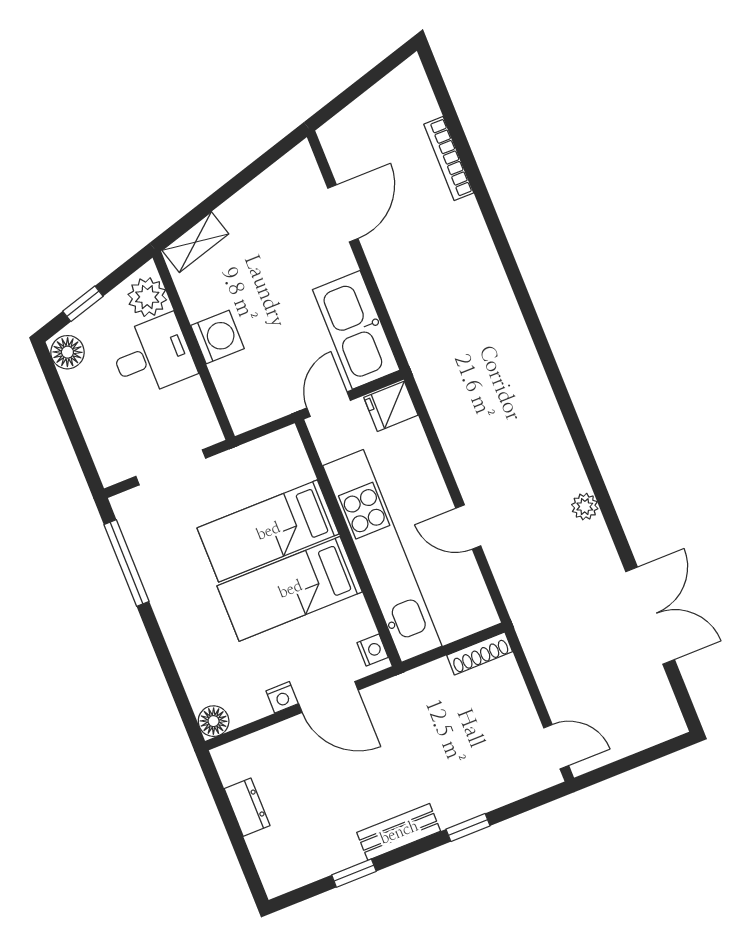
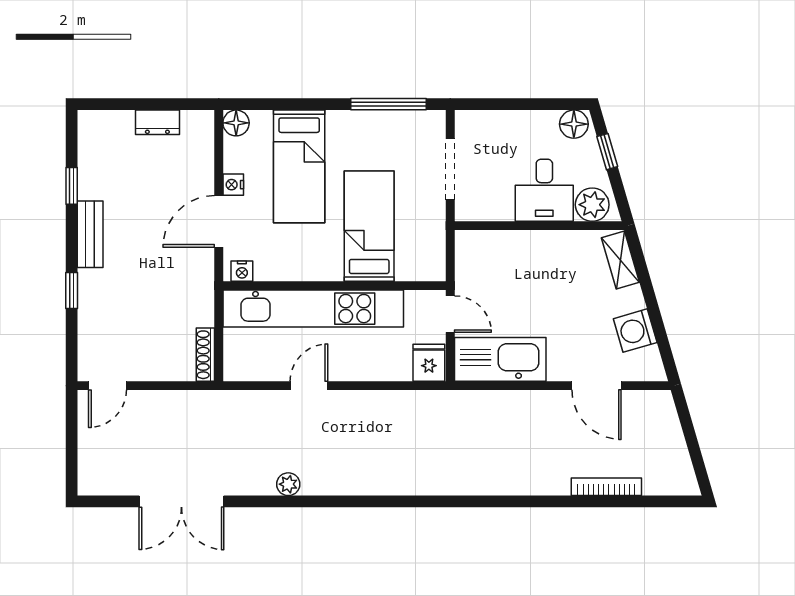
washing machine: (218, 337) -> (635, 331), moved, turned 74
bed: (290, 589) -> (299, 166), moved, turned 180

